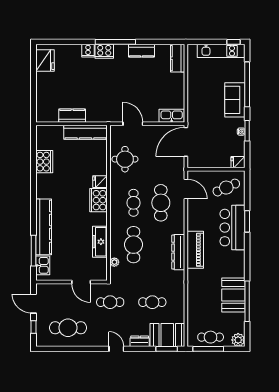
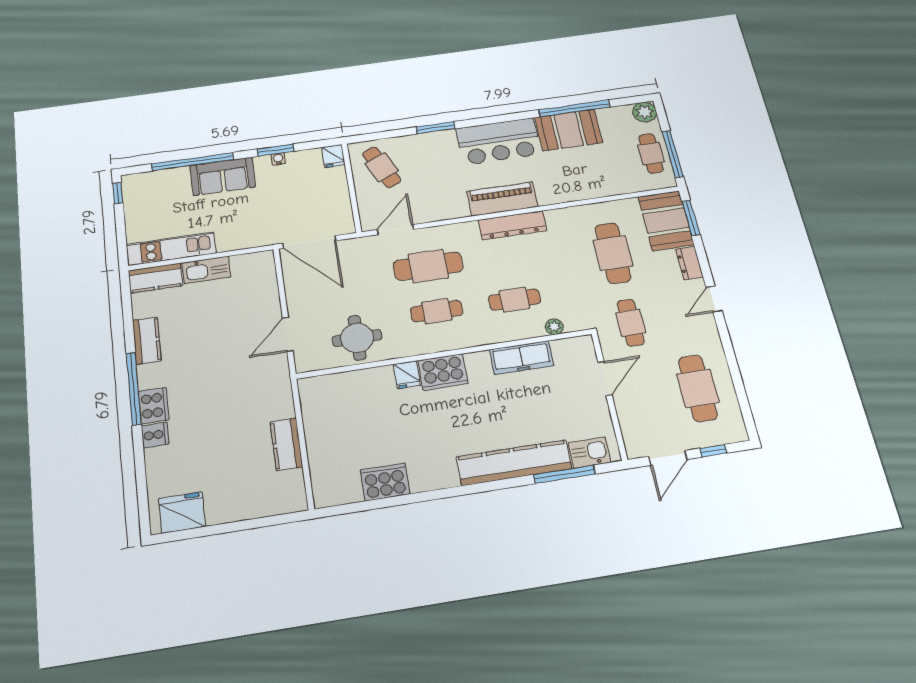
kitchen unit: (221, 51) -> (171, 249), moved, turned -90
kitchen sink: (172, 116) -> (206, 270), moved, turned -90
kitchen counter: (85, 132) -> (316, 415), removed
bar counter: (232, 228) -> (498, 141), moved
cafe table: (133, 245) -> (514, 300), width x0.73, depth x0.74
cafe table: (152, 302) -> (613, 253), width x1.37, depth x1.35

